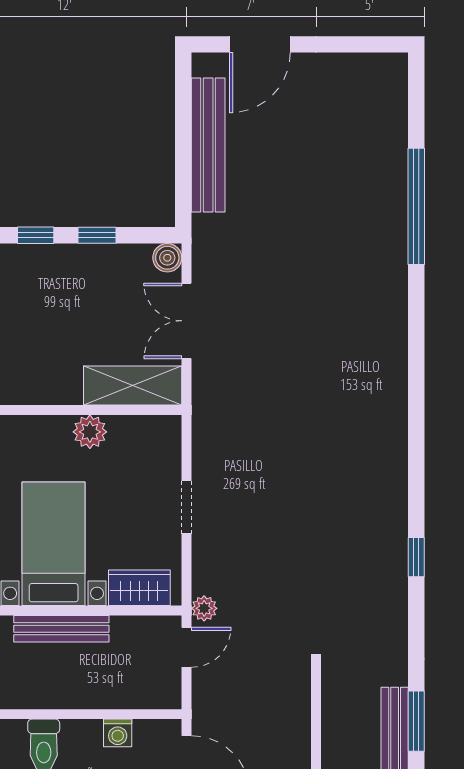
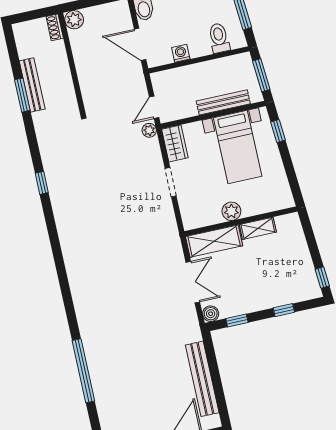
window: (97, 235) -> (237, 320), moved
shelving: (50, 391) -> (258, 228), added
wardrobe: (139, 588) -> (175, 143), moved, turned -90

